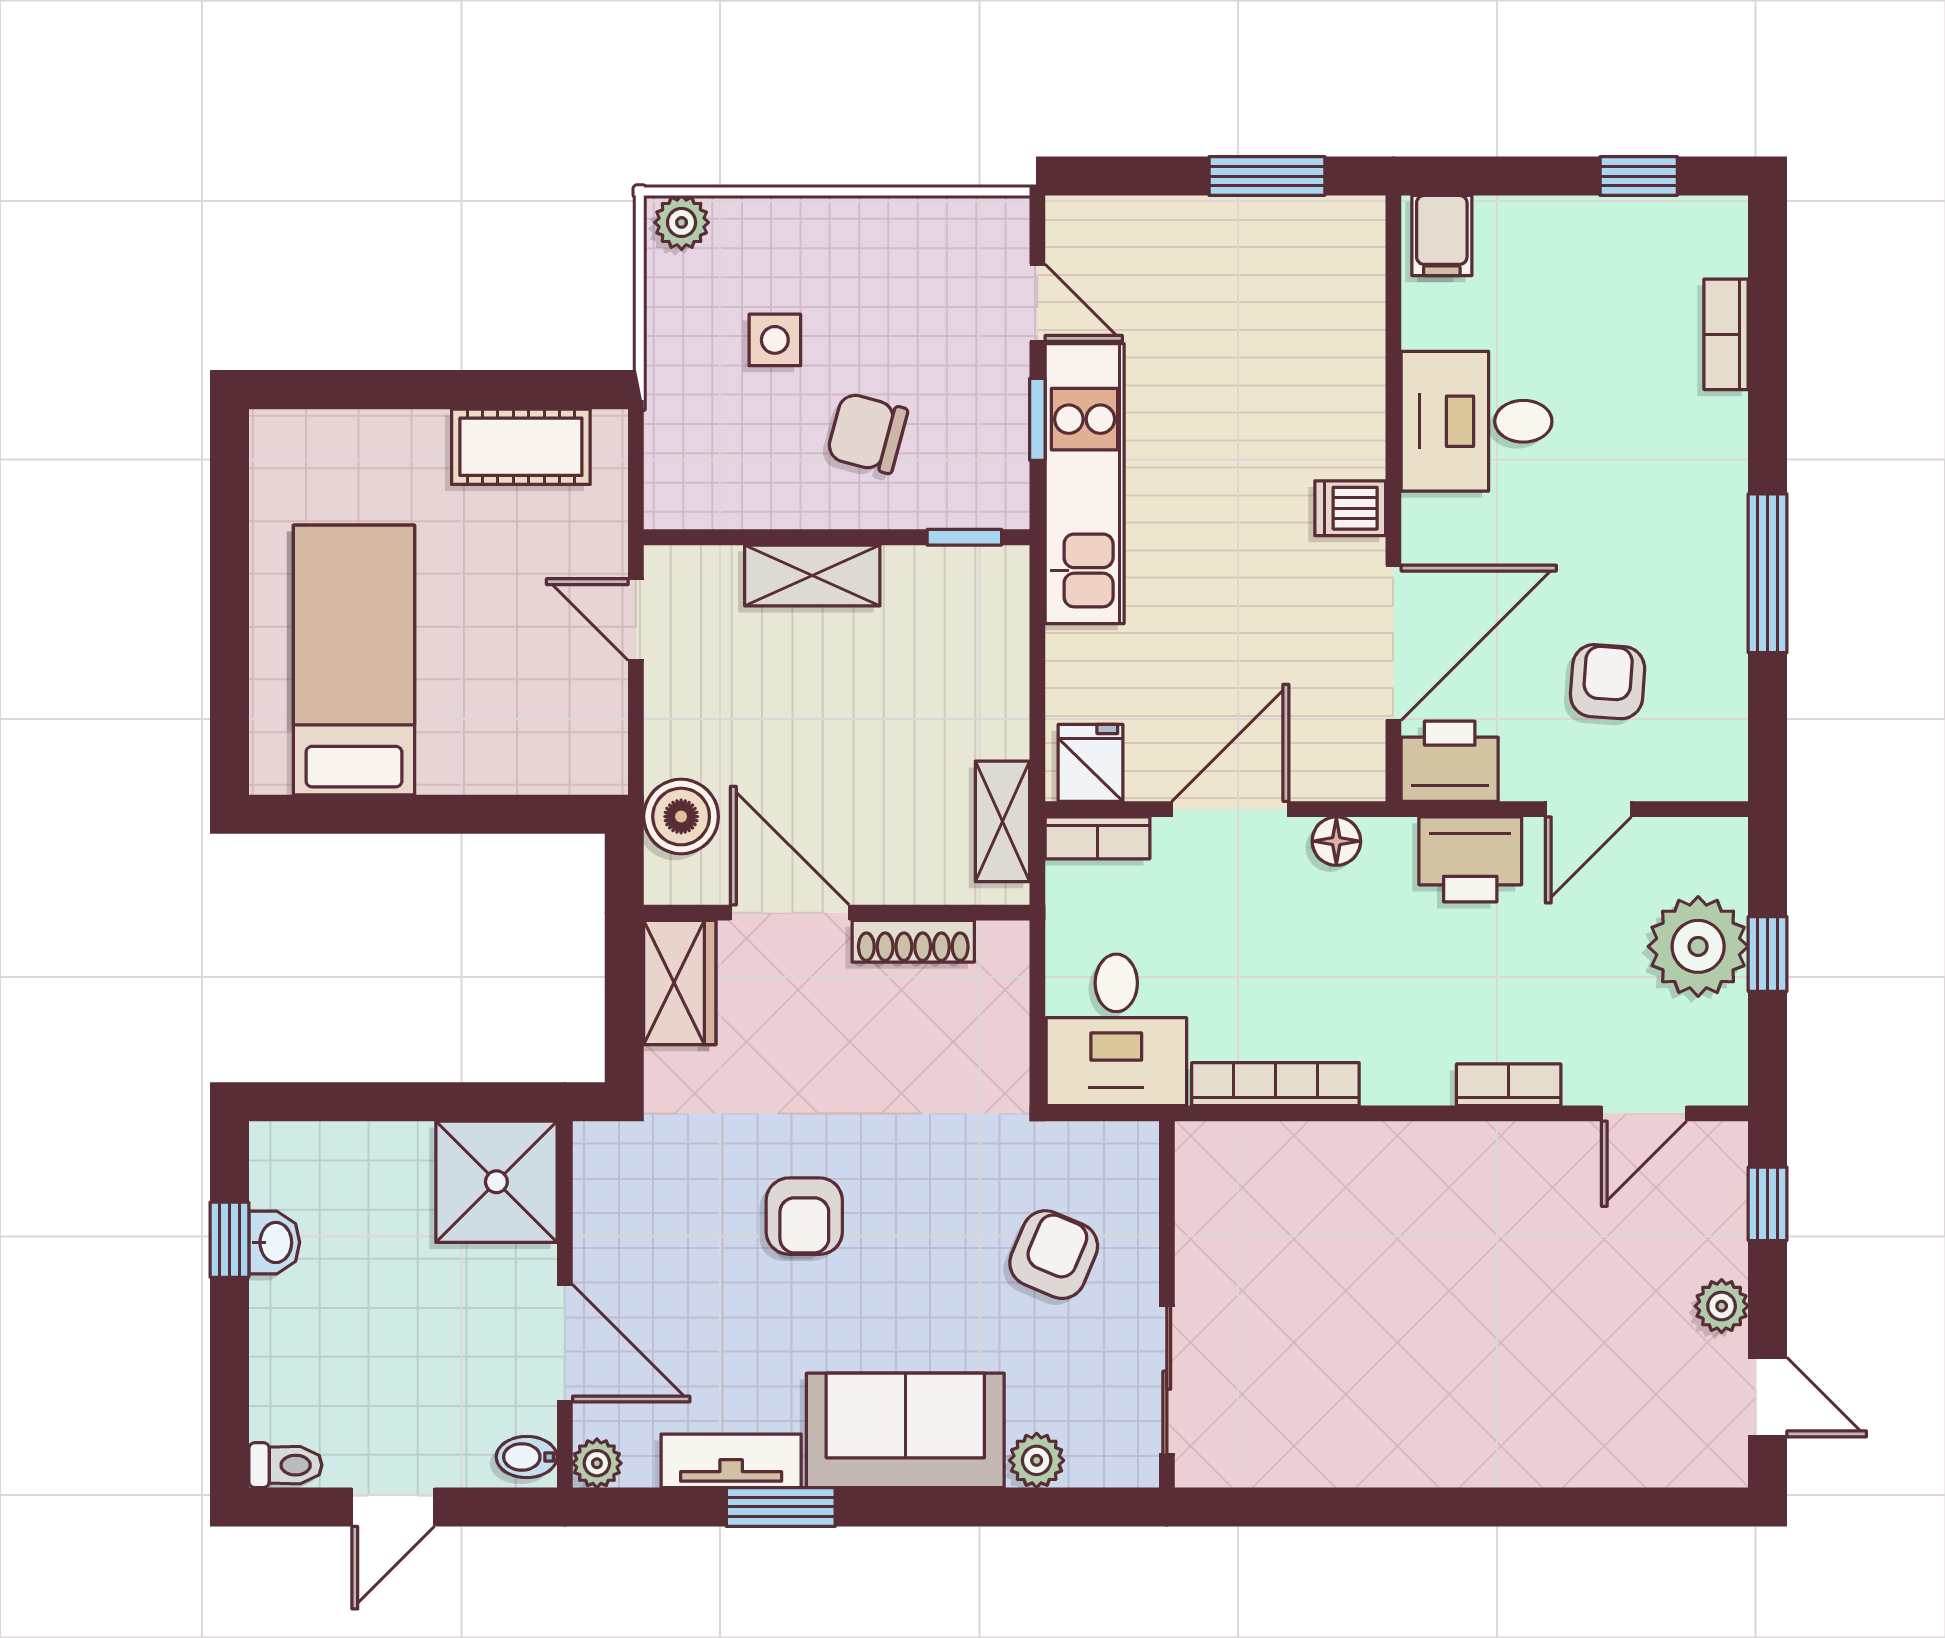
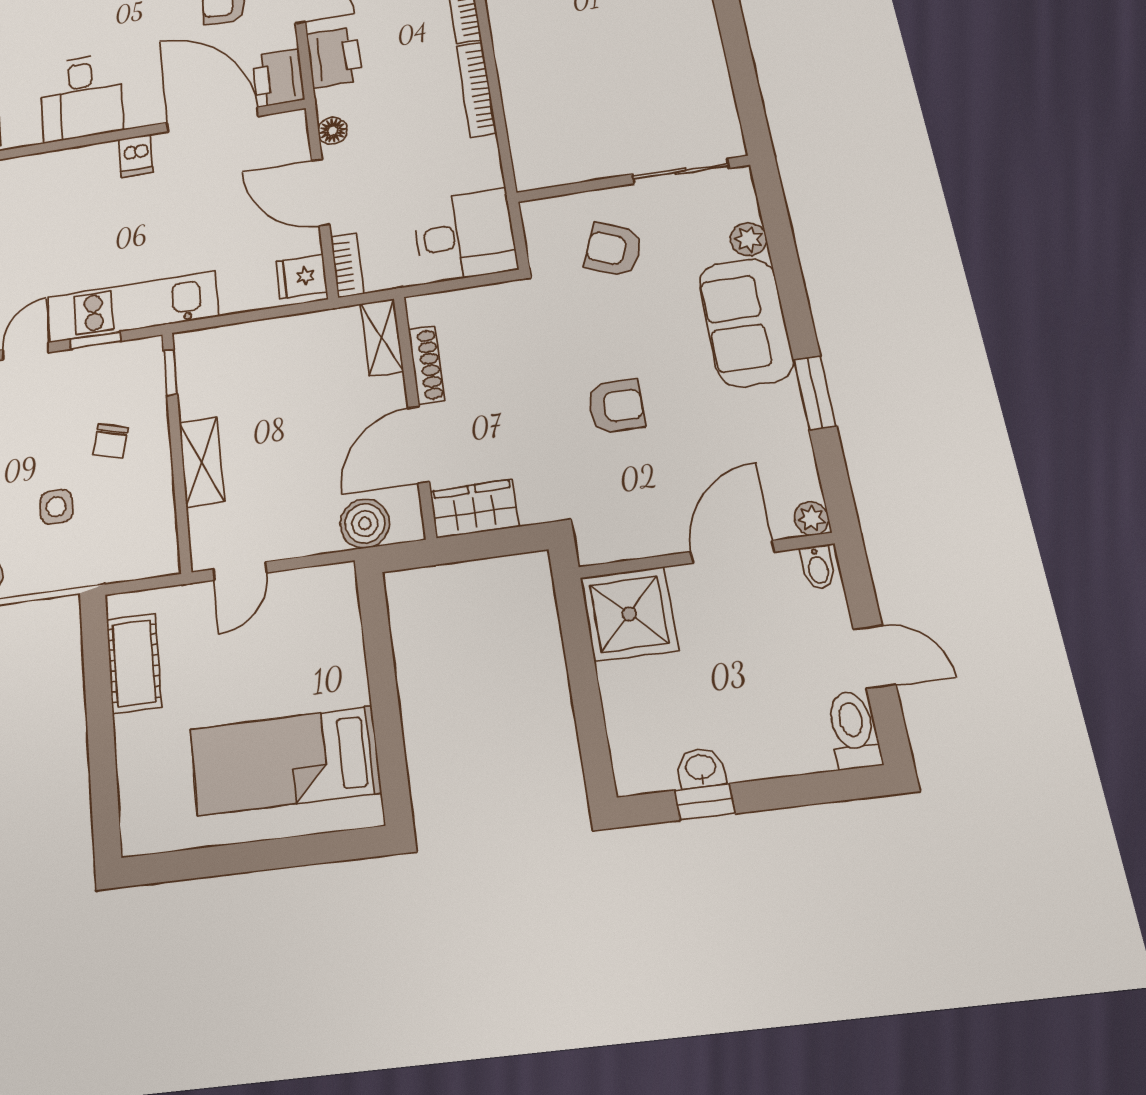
chair: (867, 433) -> (111, 441), width x0.73, depth x0.73
shelving: (1002, 821) -> (382, 337), moved, turned 90
bookcase: (1275, 1084) -> (476, 89), moved
tv unit: (731, 1461) -> (790, 430), removed
toilet: (285, 1465) -> (853, 730), width x1.37, depth x1.39

